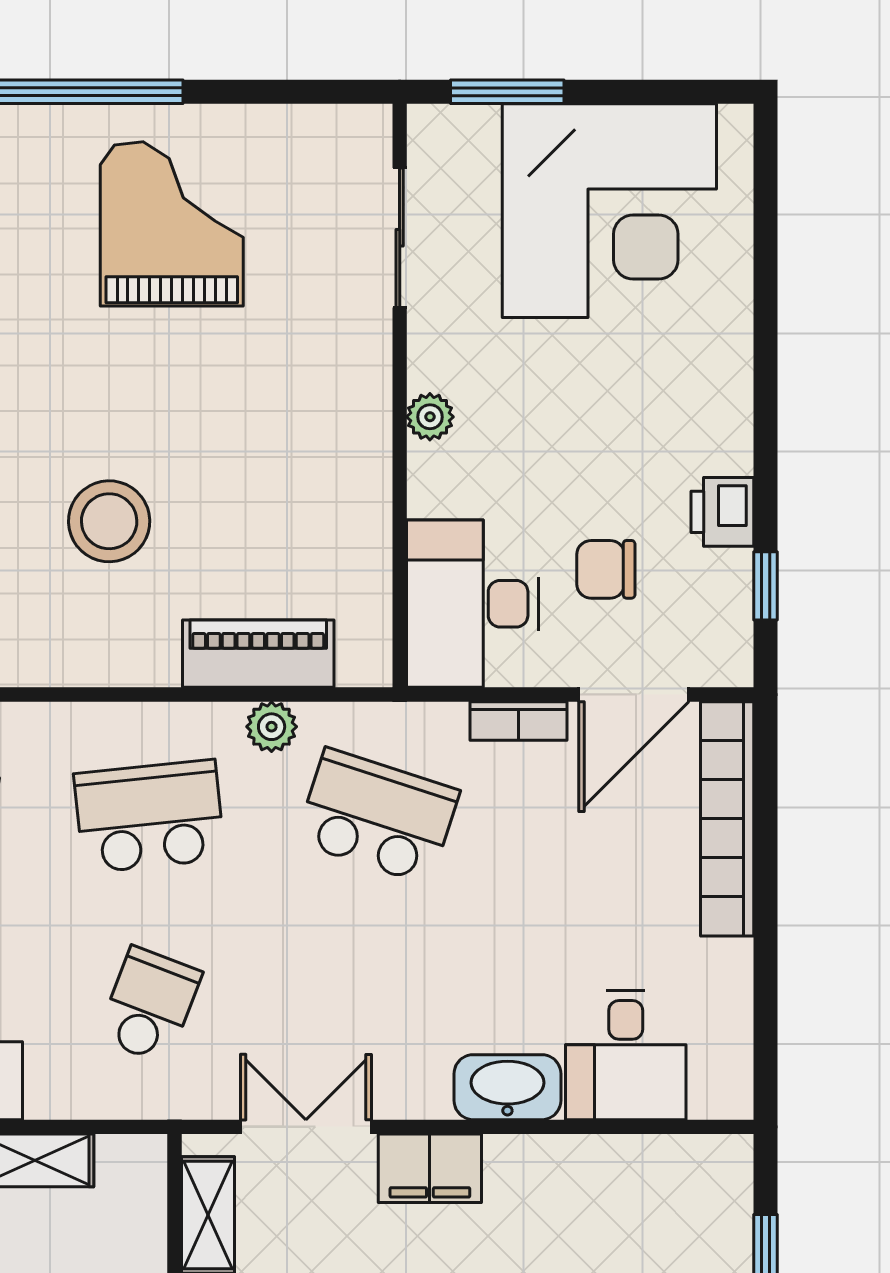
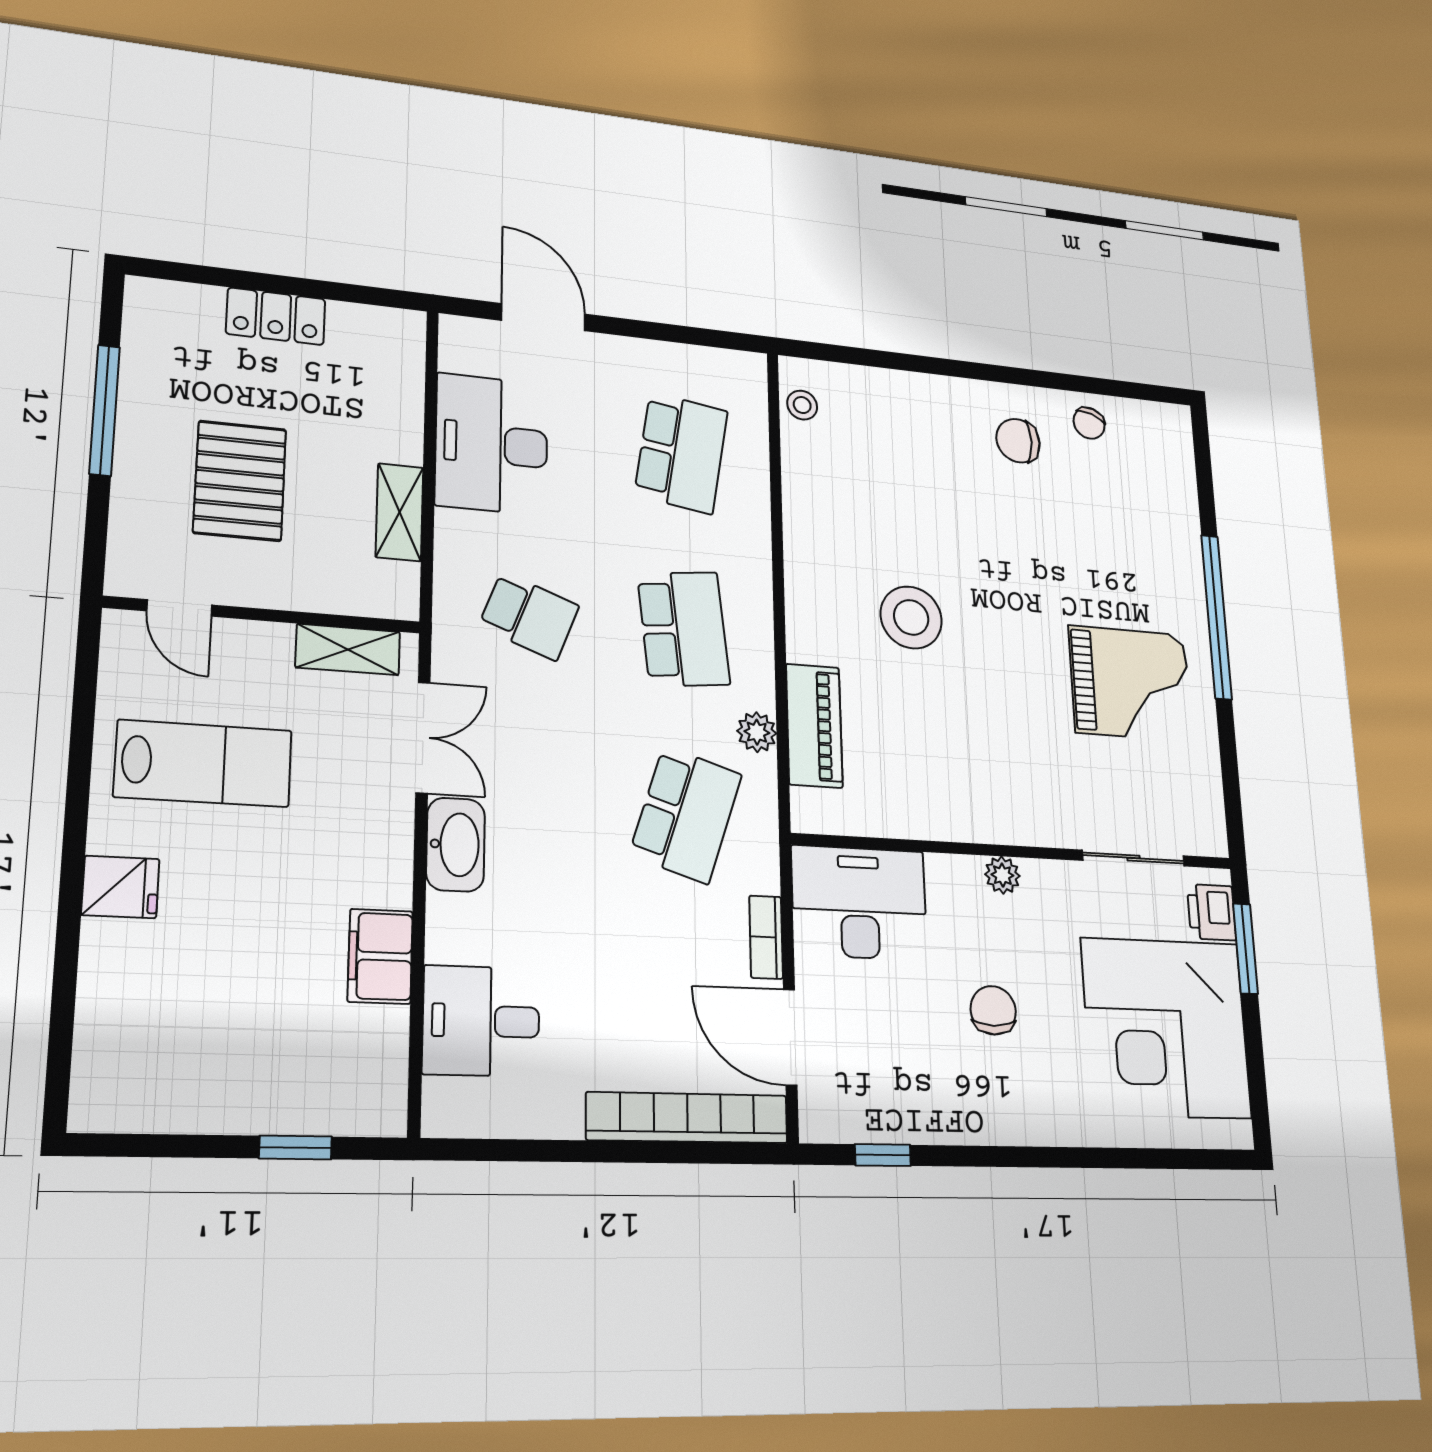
printer: (722, 512) -> (1212, 912), moved, turned -90
chair: (606, 569) -> (993, 1010), moved
washbasin: (507, 1087) -> (456, 845), moved
filing cabinet: (430, 1168) -> (380, 956), moved

